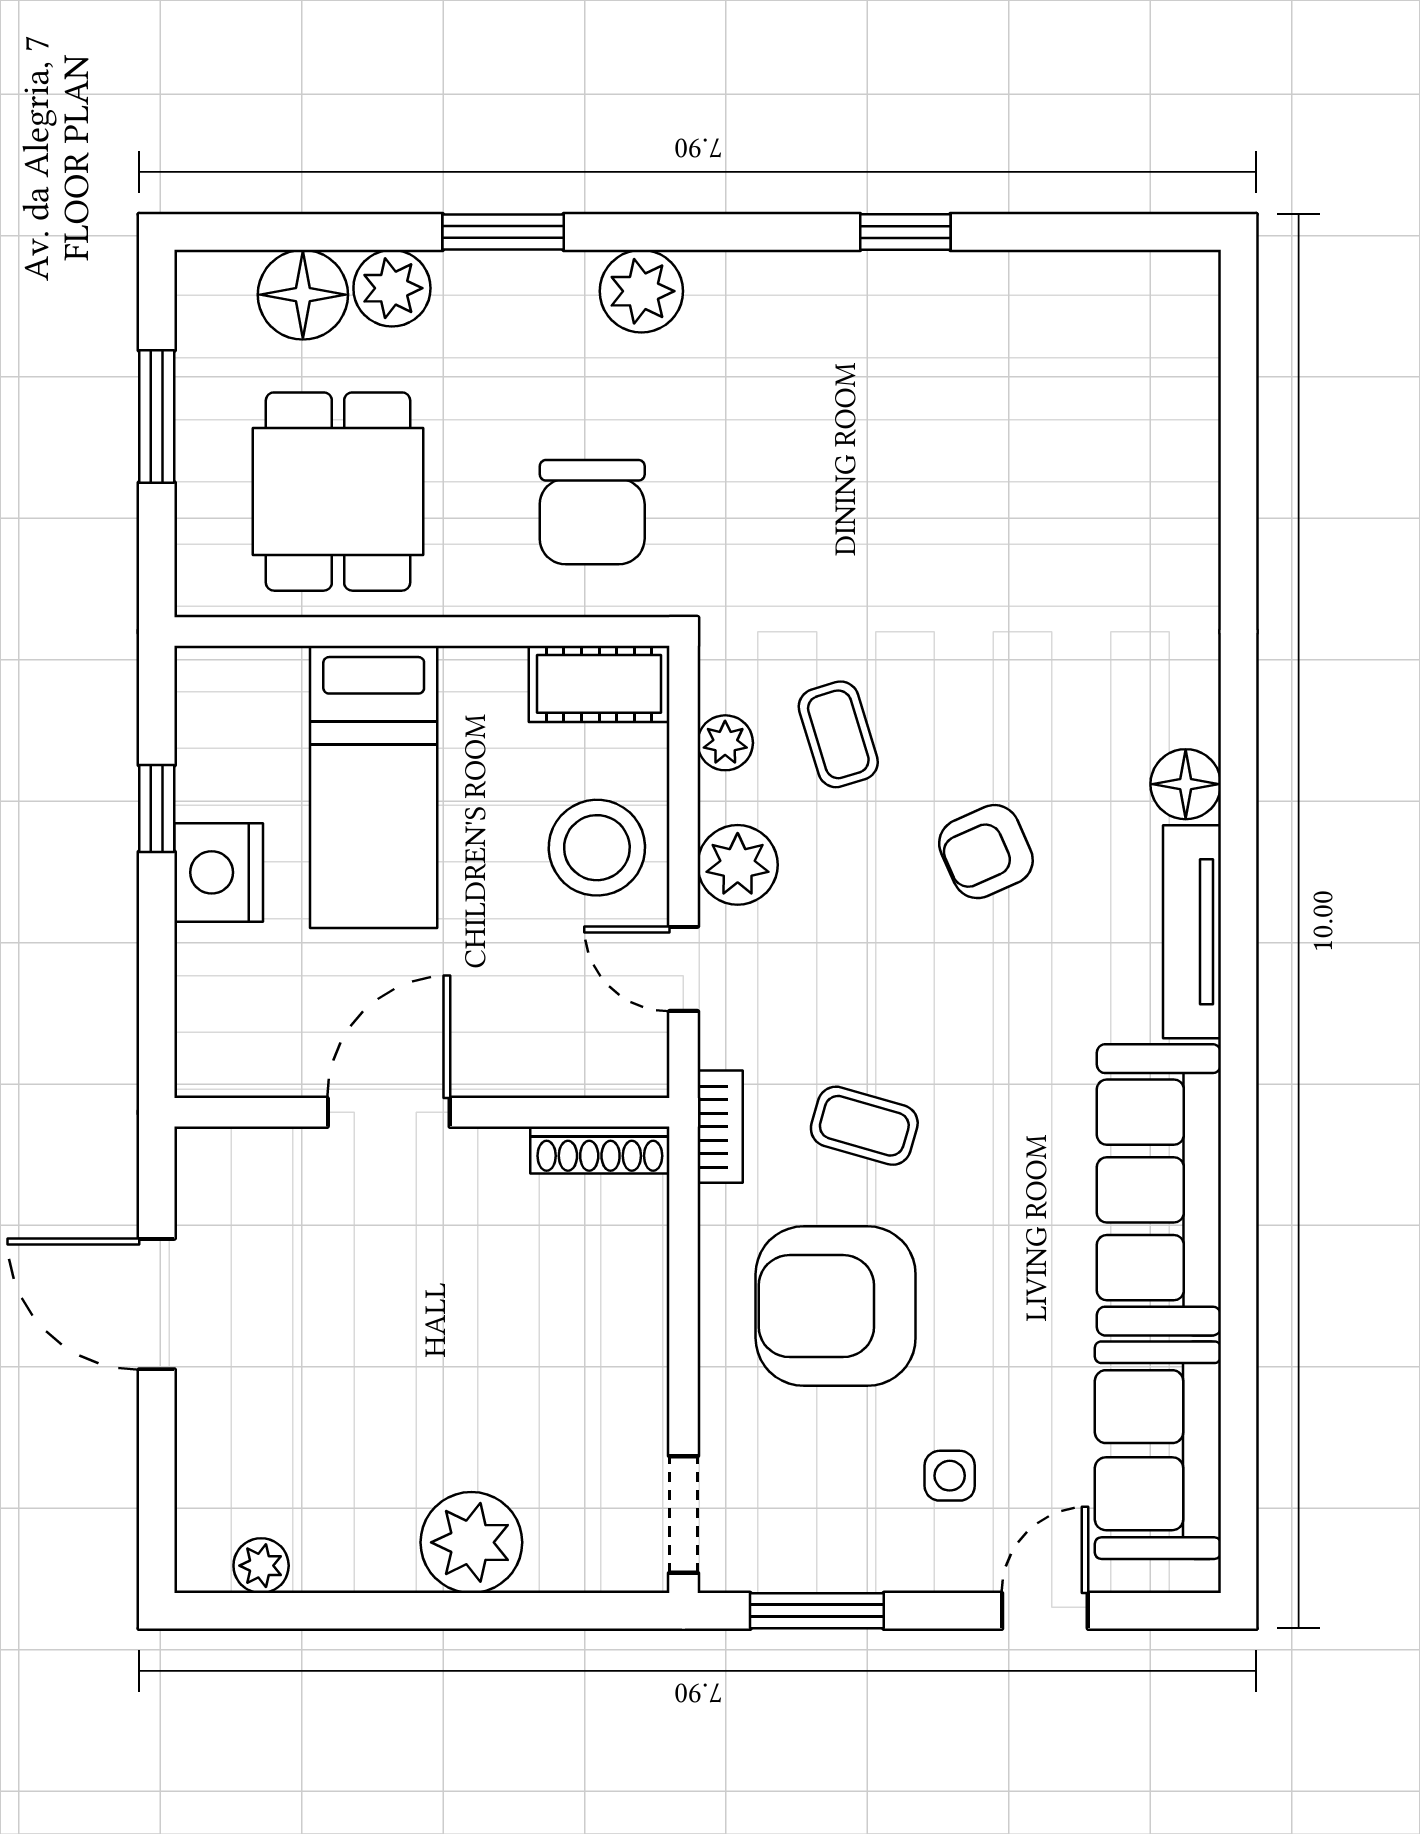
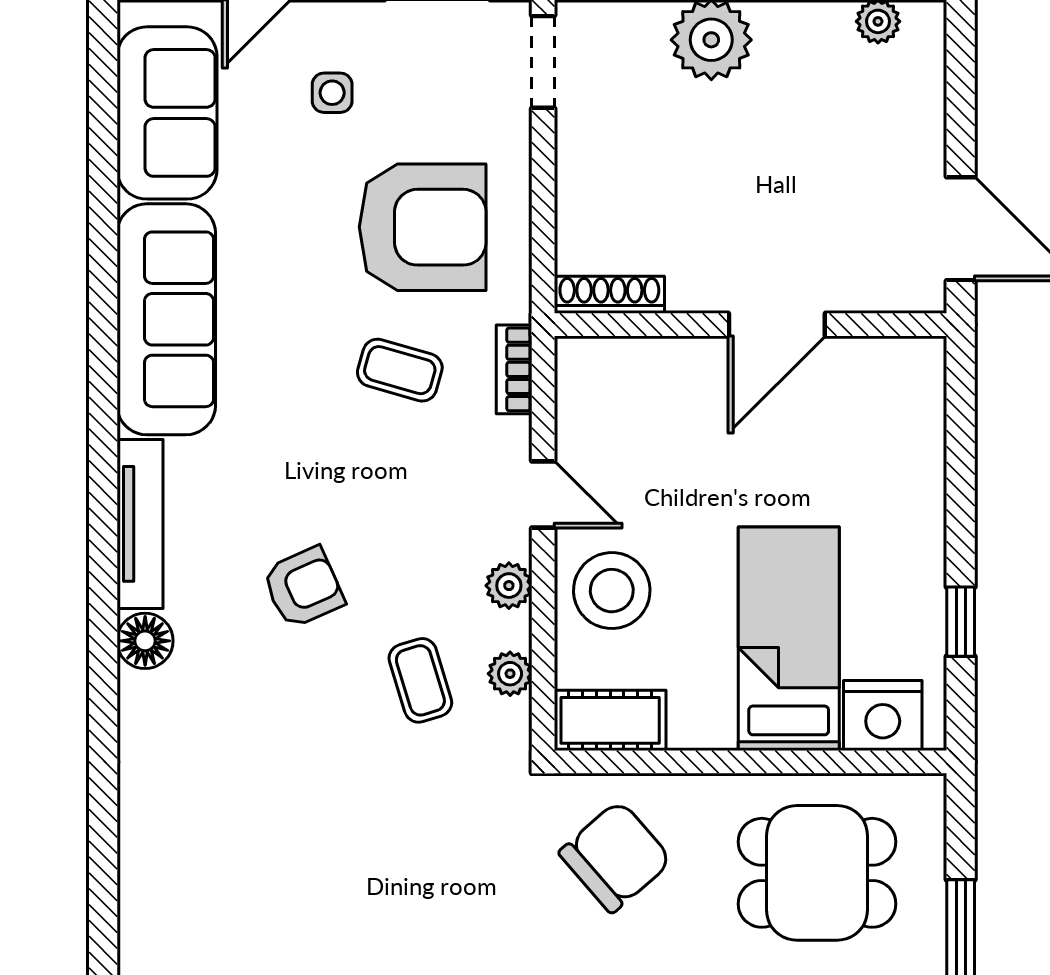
dining table: (338, 492) -> (817, 873), turned 90
chair: (592, 512) -> (615, 857), turned 49
plant: (738, 865) -> (509, 586), width x0.73, depth x0.73
nightstand: (219, 872) -> (883, 716), moved, turned 90
door: (389, 1112) -> (777, 325), moved
wall: (422, 1112) -> (750, 325), moved
shoe rack: (600, 1150) -> (609, 295), moved

